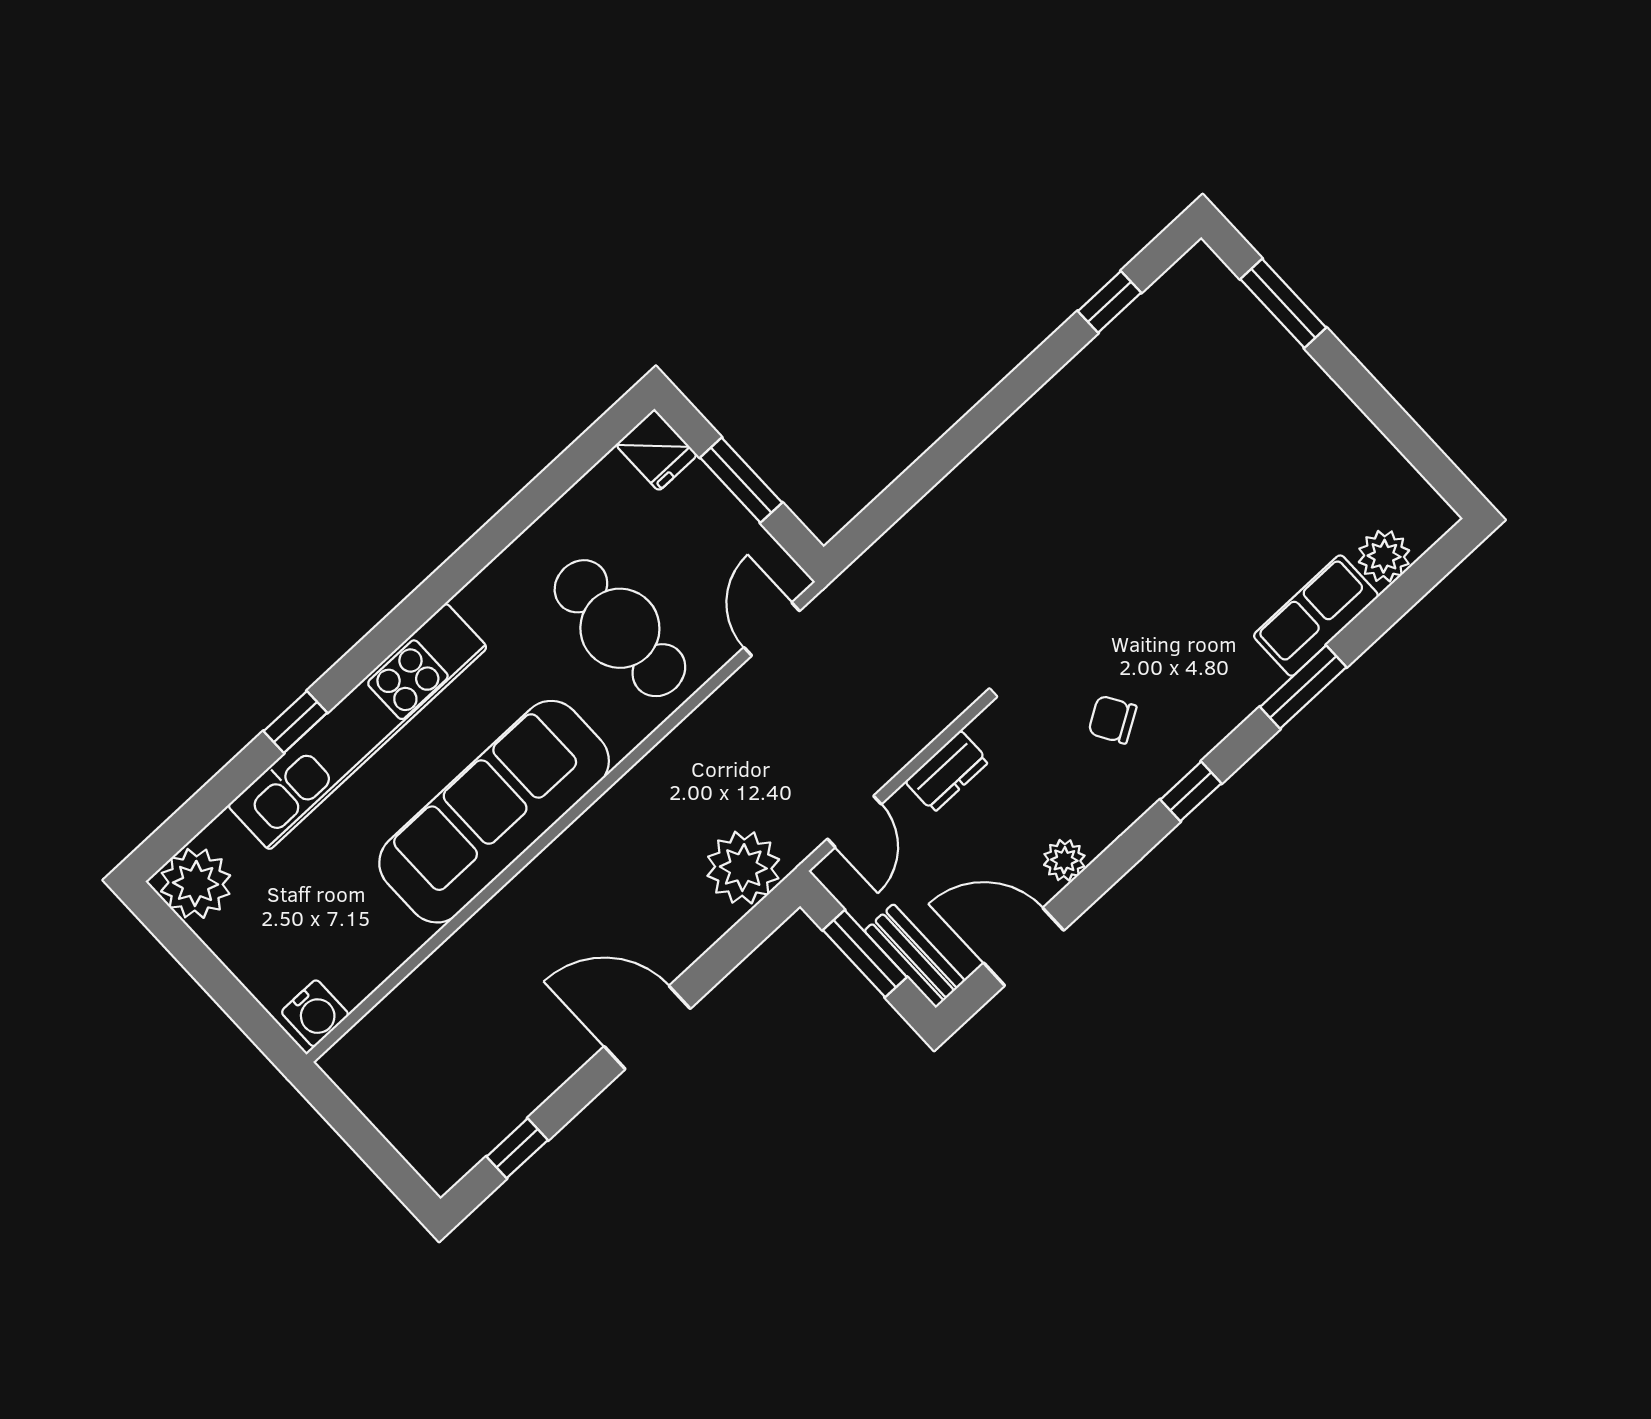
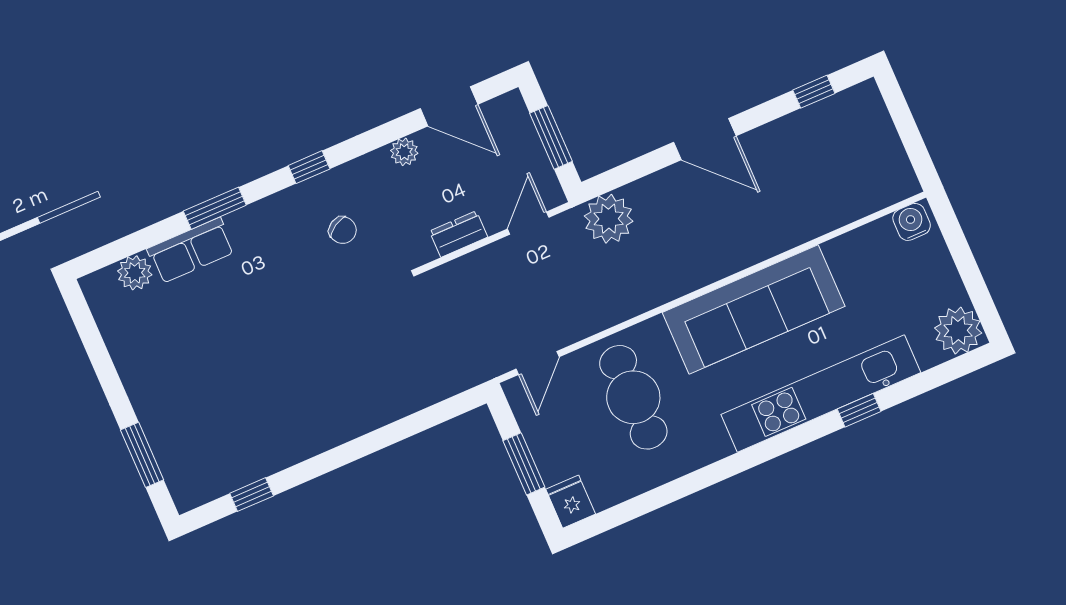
bench: (915, 956) -> (520, 125), removed

